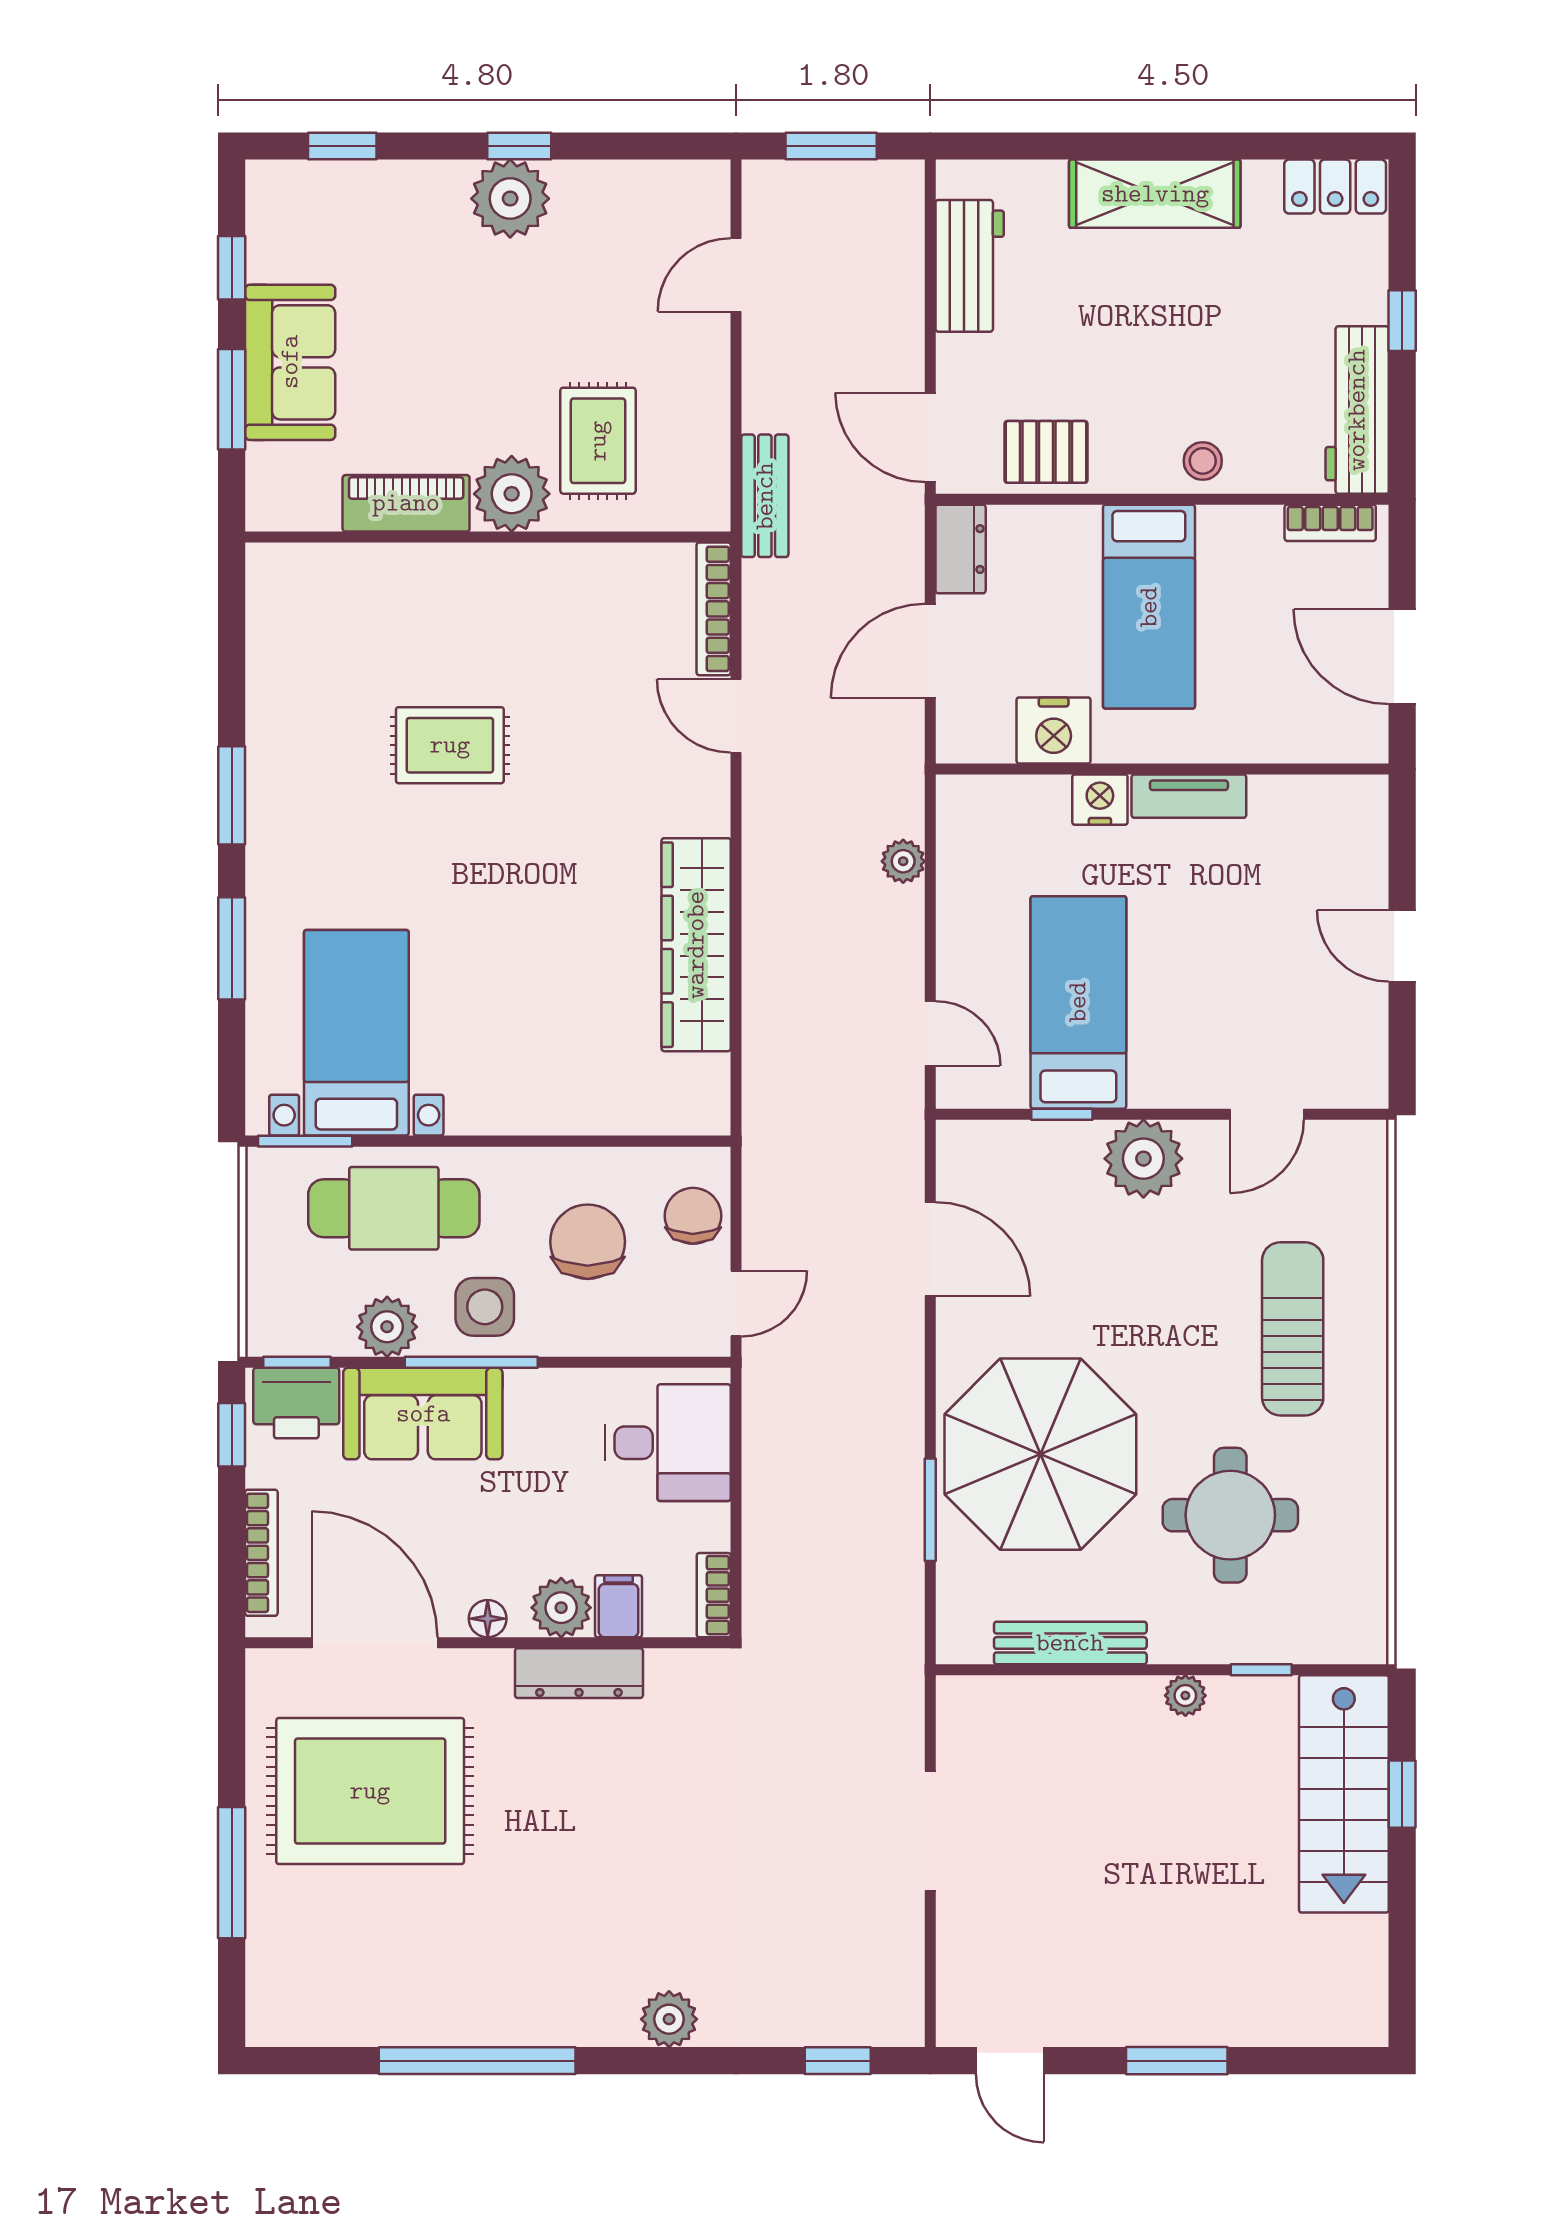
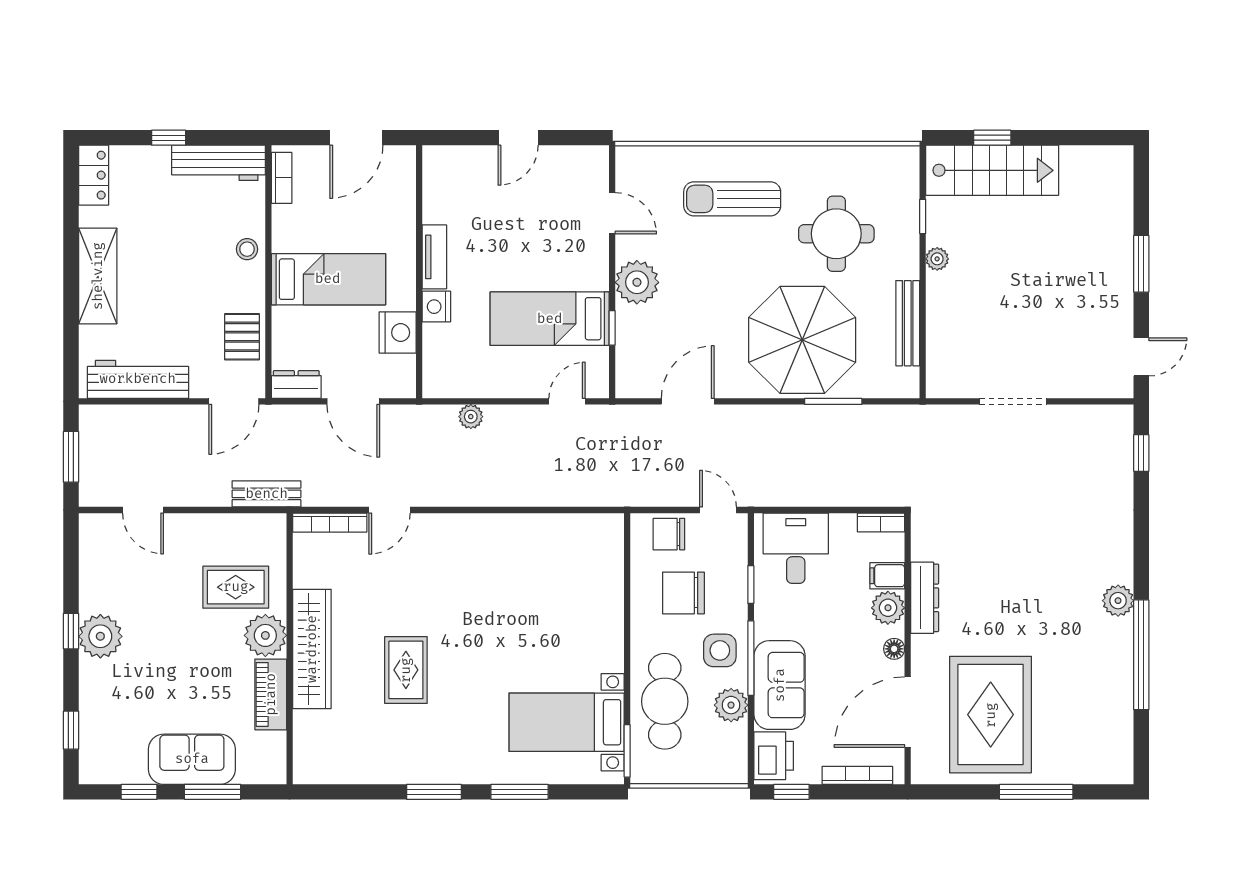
workbench: (970, 266) -> (138, 379), width x1.38
wardrobe: (696, 945) -> (312, 649), moved, turned -90
window: (297, 1362) -> (751, 584), moved
plant: (669, 2019) -> (1118, 601), moved

